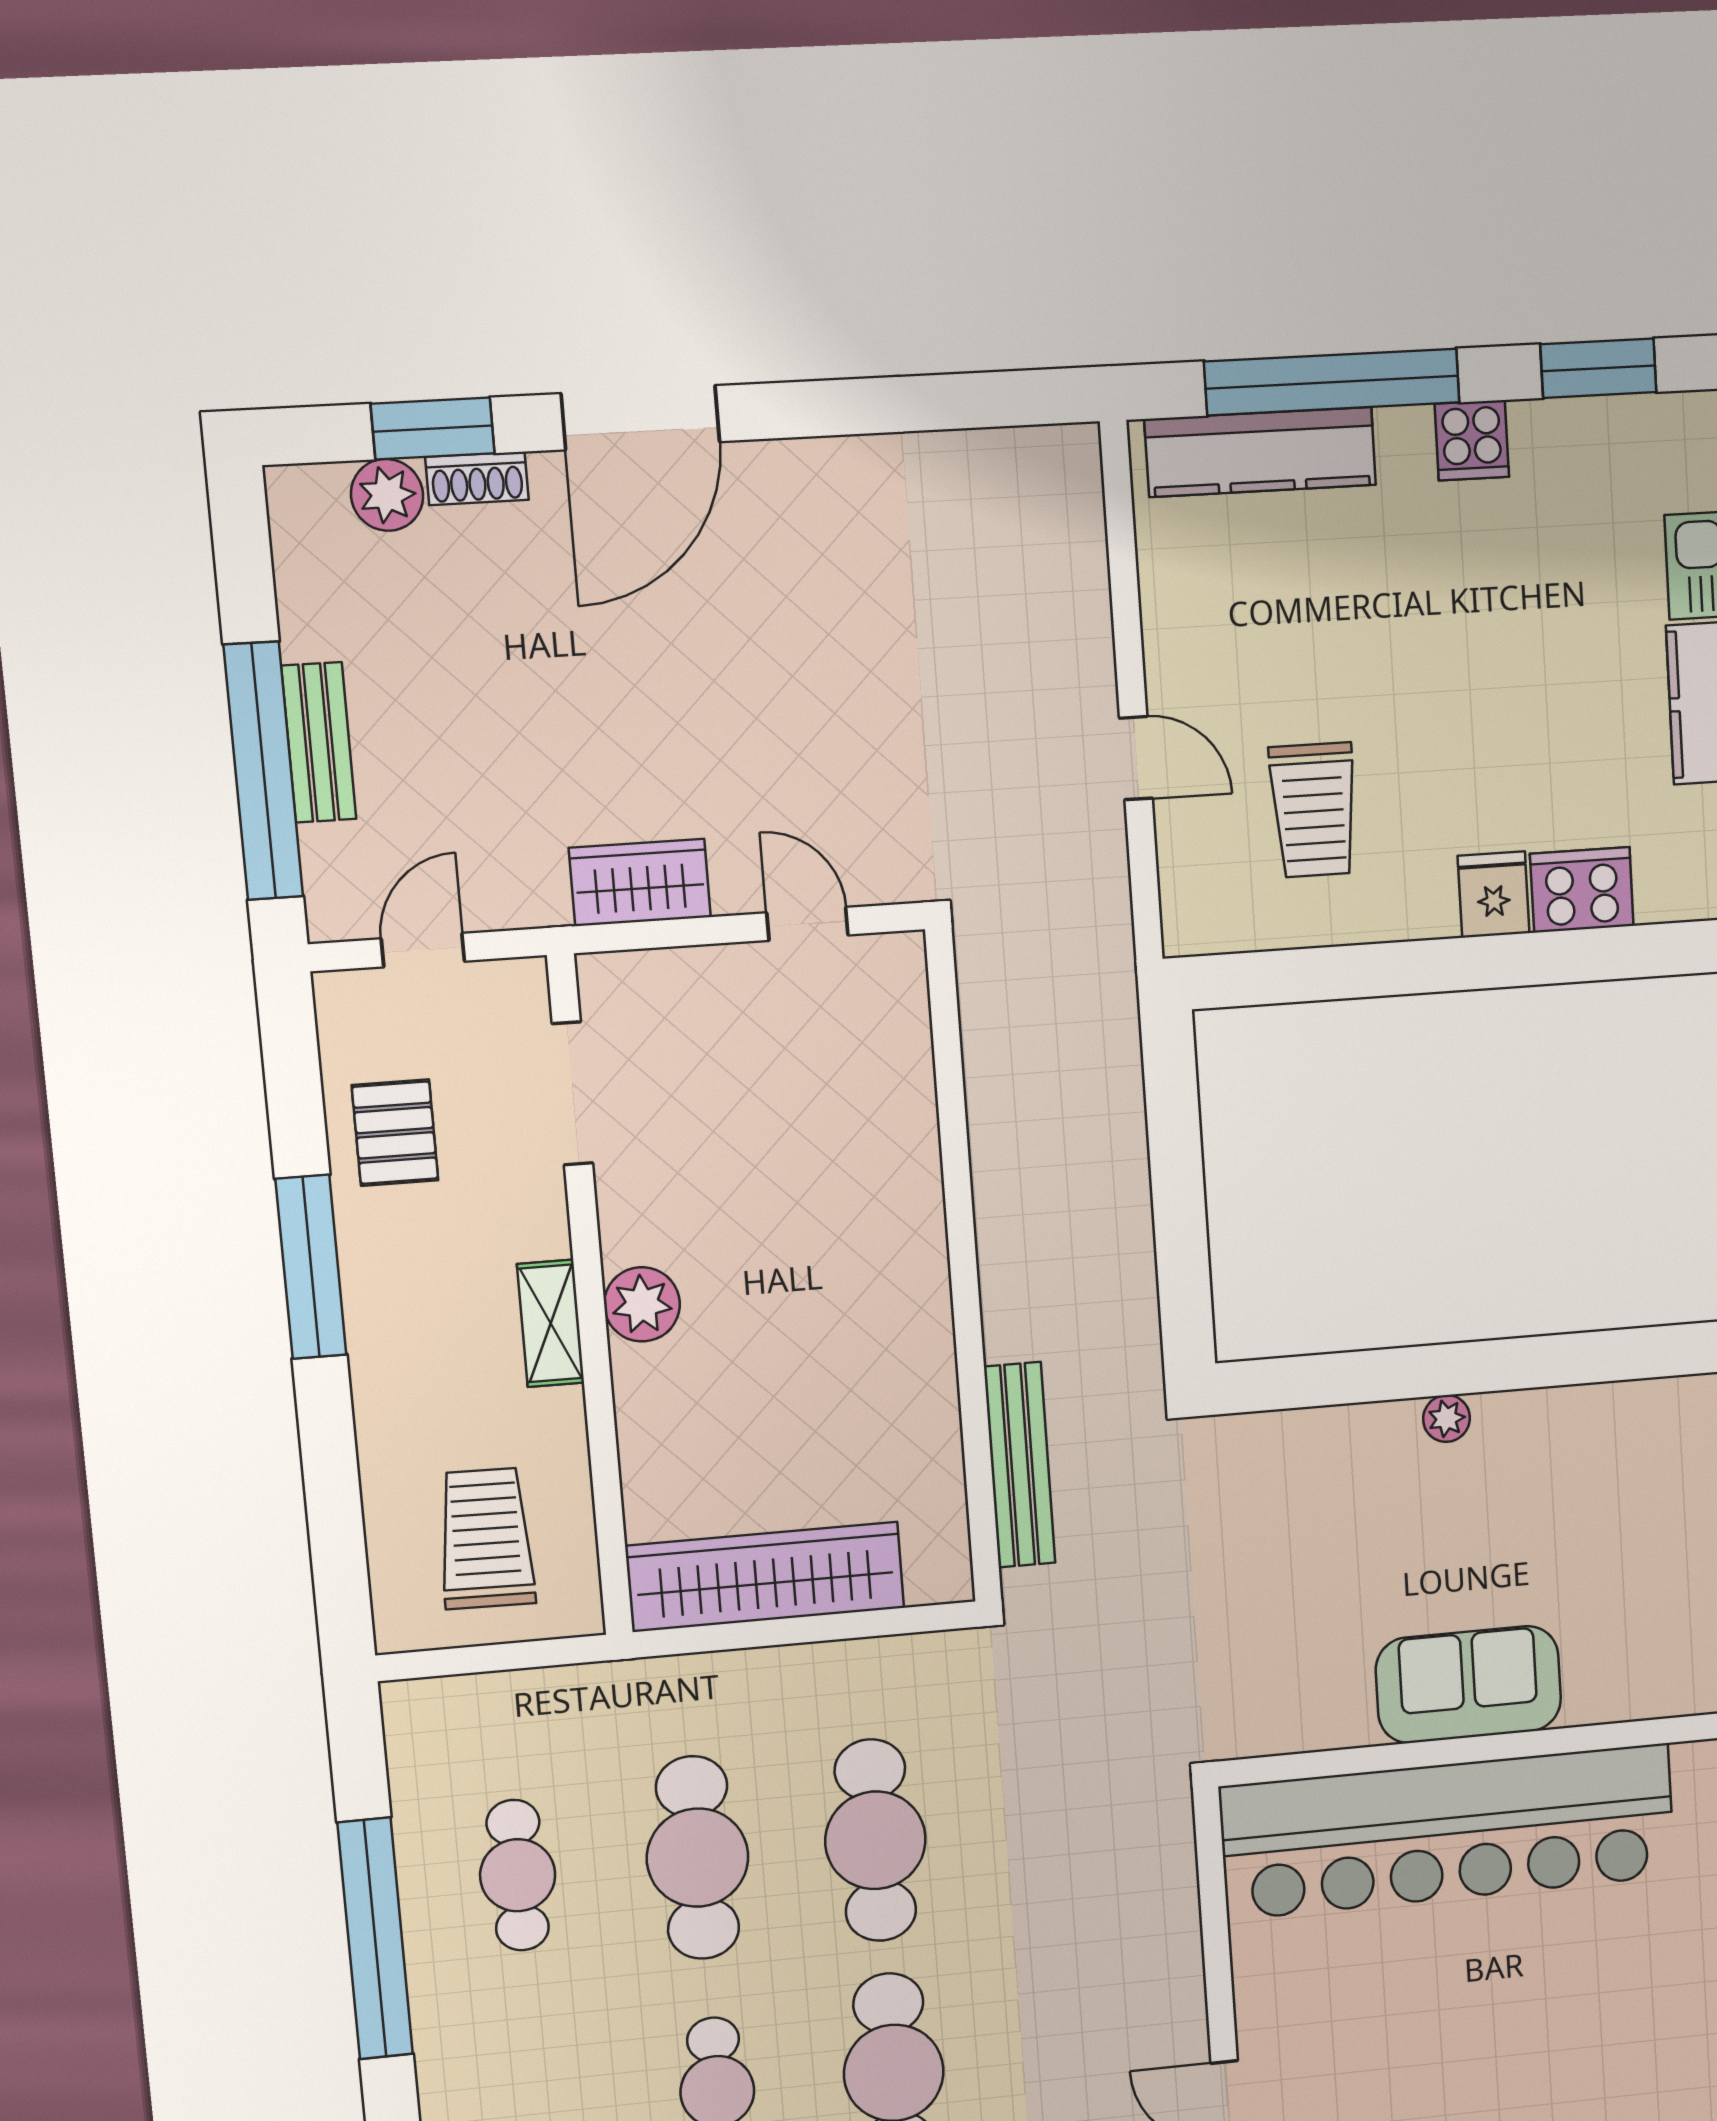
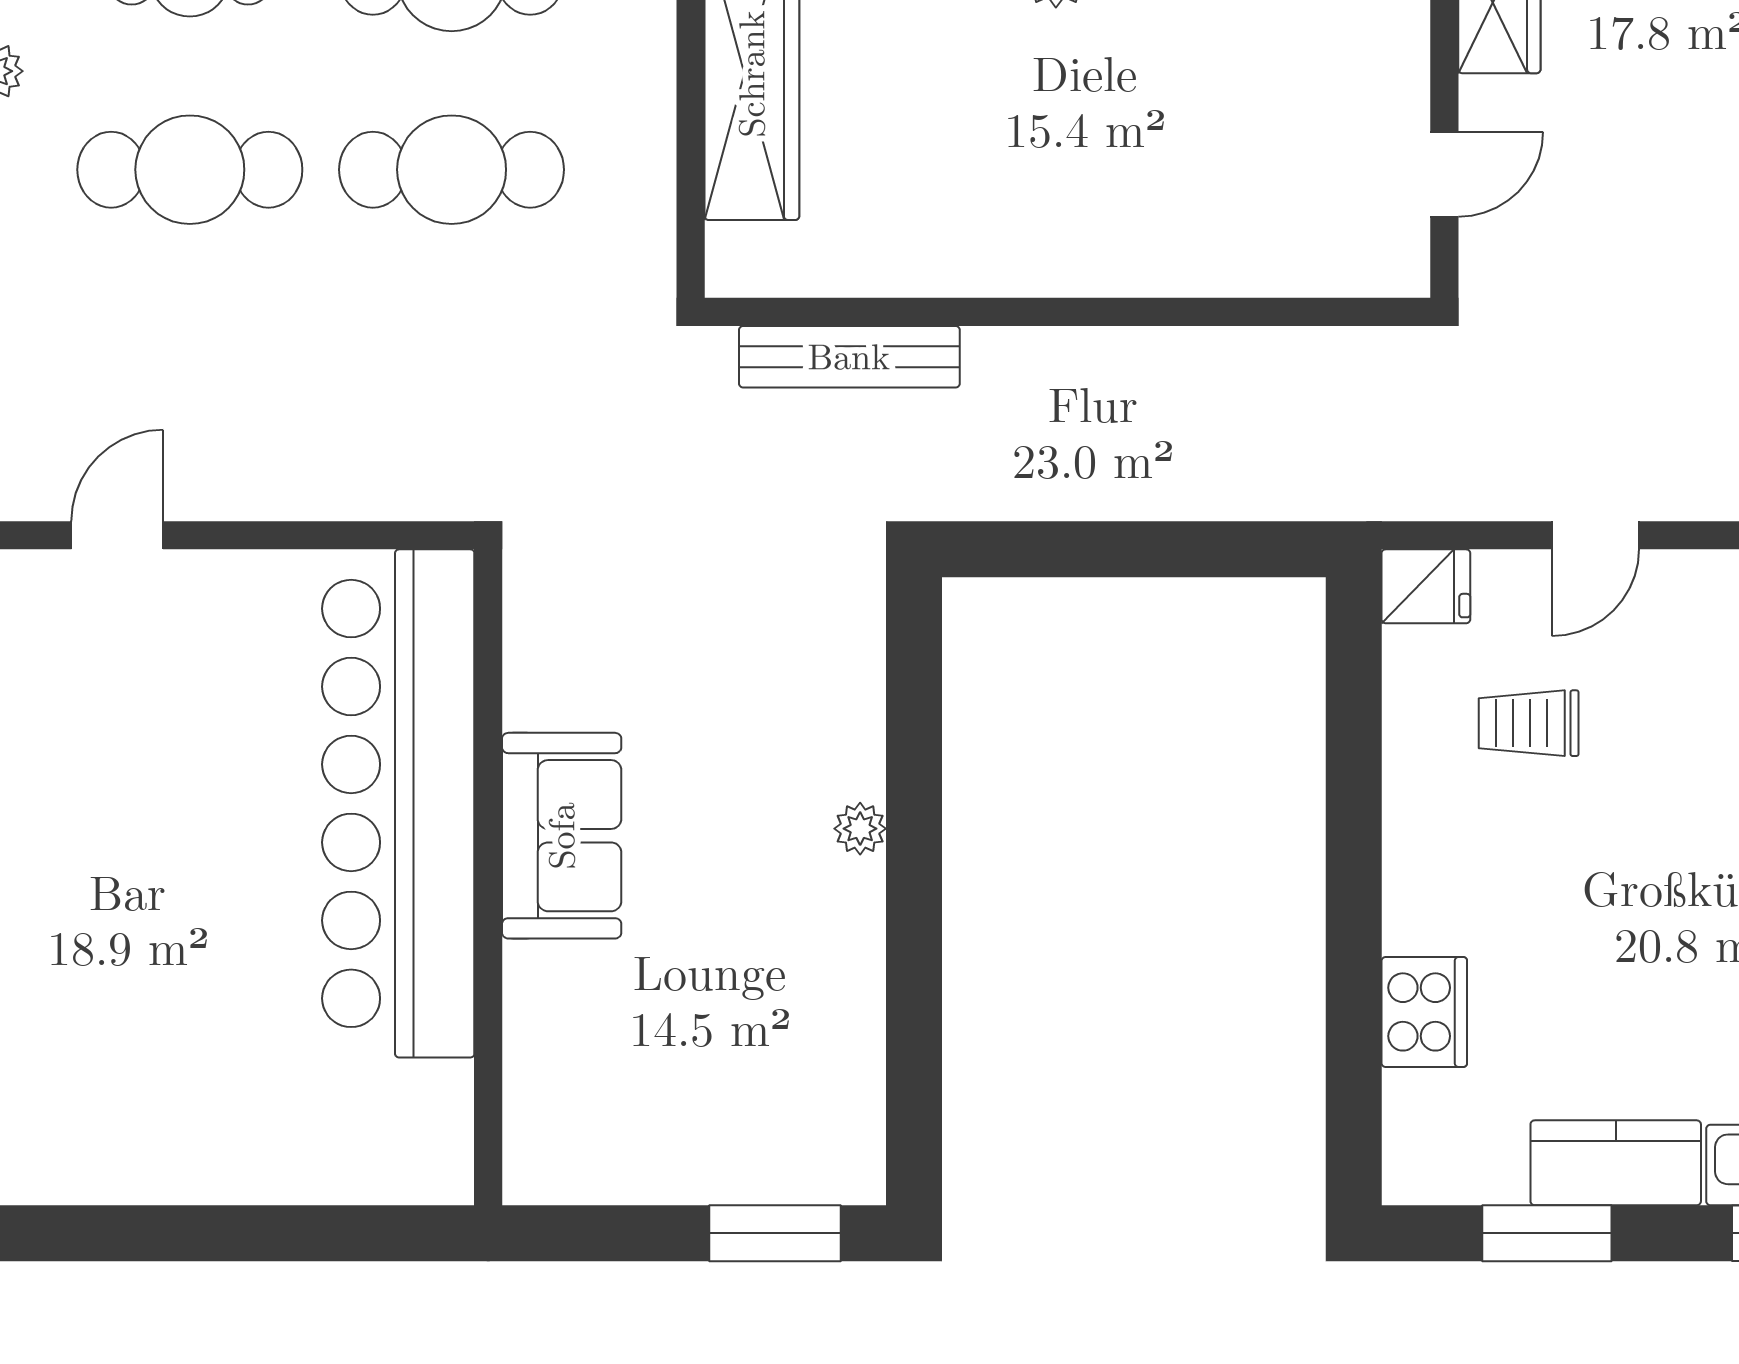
trolley: (1314, 810) -> (1529, 723), width x0.73, depth x0.72
fridge: (1494, 894) -> (1426, 586), moved

